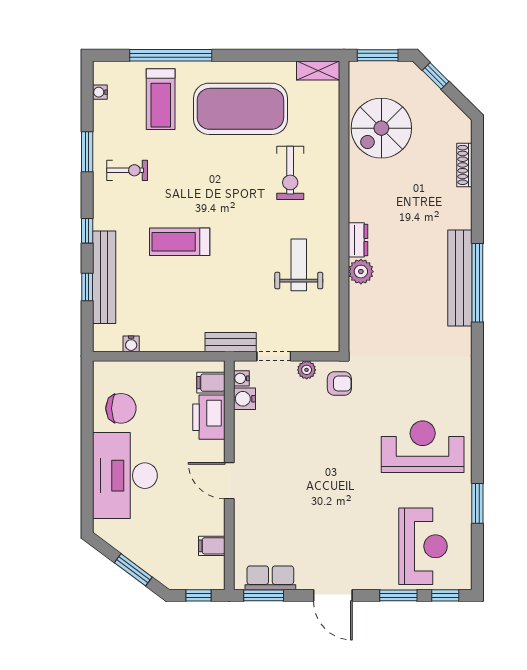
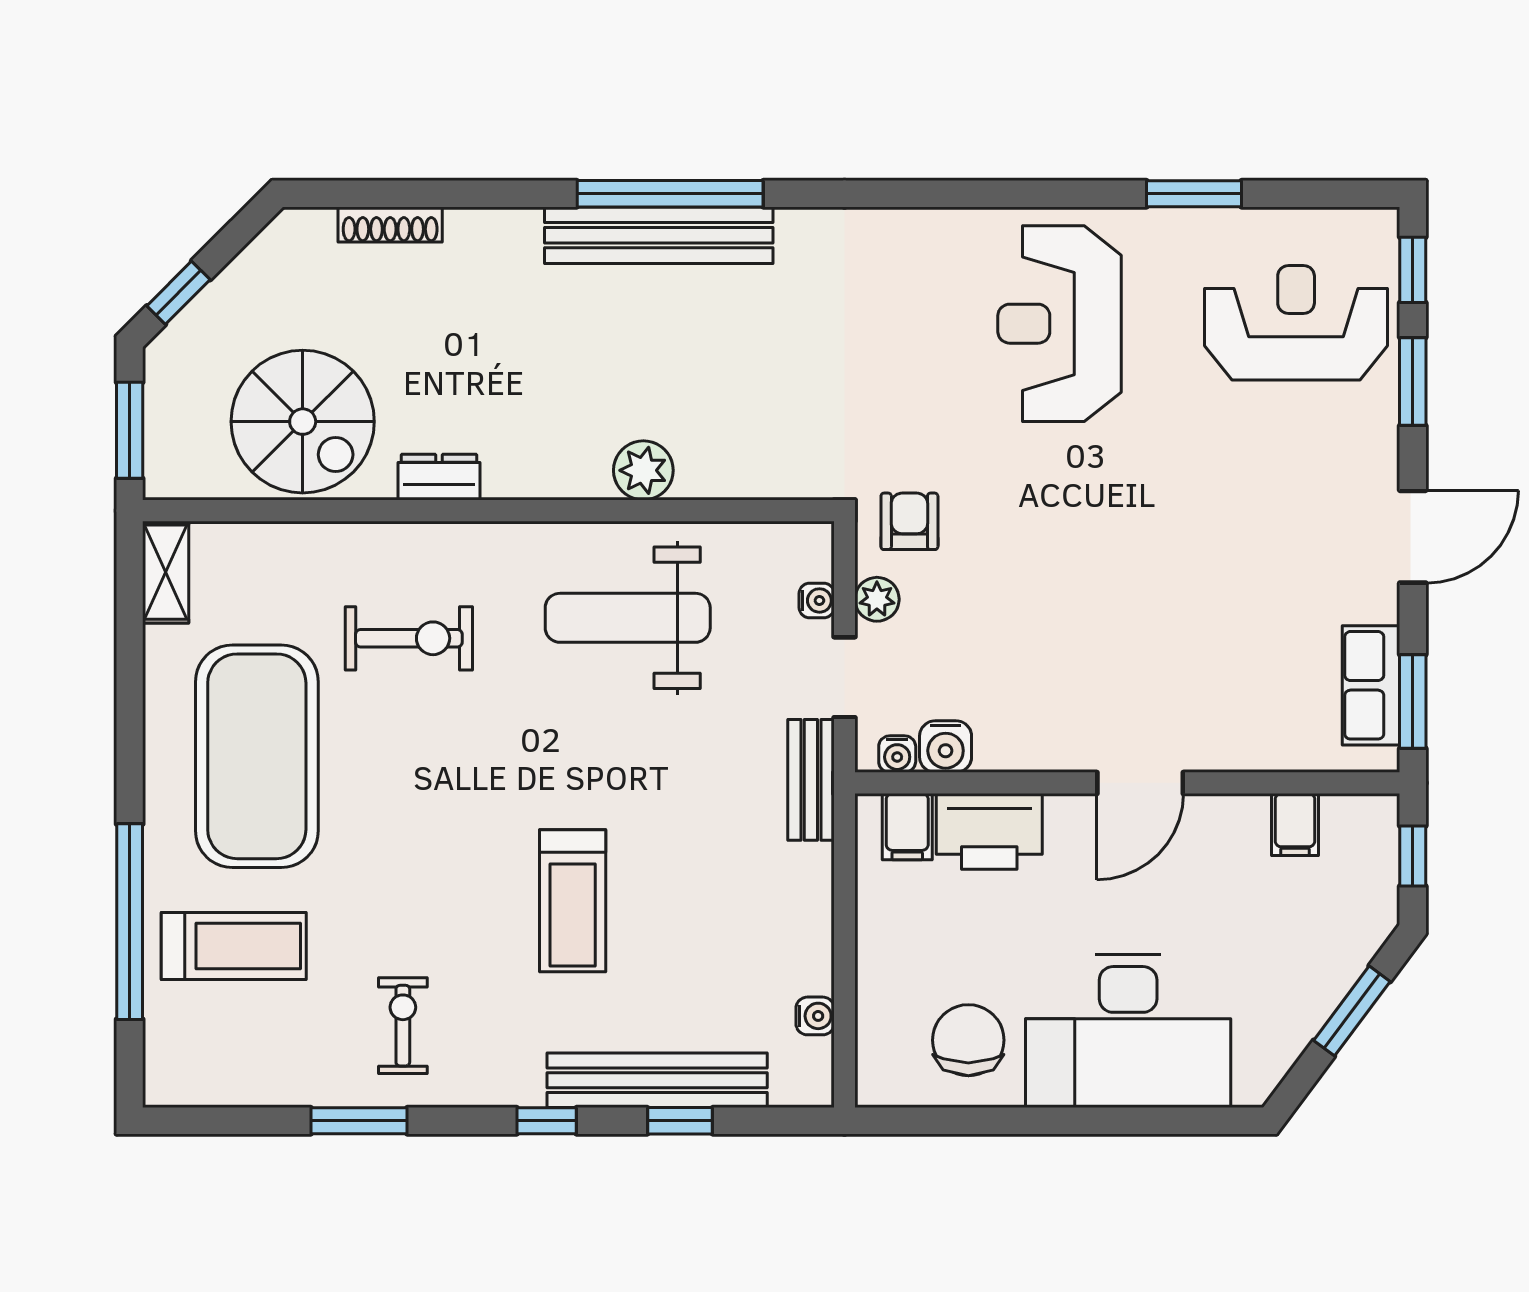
water cooler: (100, 92) -> (817, 600), moved, turned -90
dresser: (358, 240) -> (439, 477), moved
weight bench: (299, 265) -> (628, 618), width x1.36, depth x1.33

